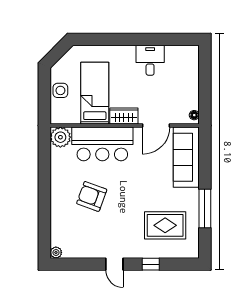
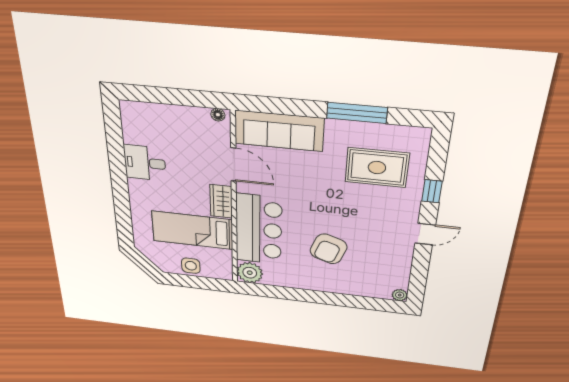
rug: (165, 225) -> (377, 168), turned 90

